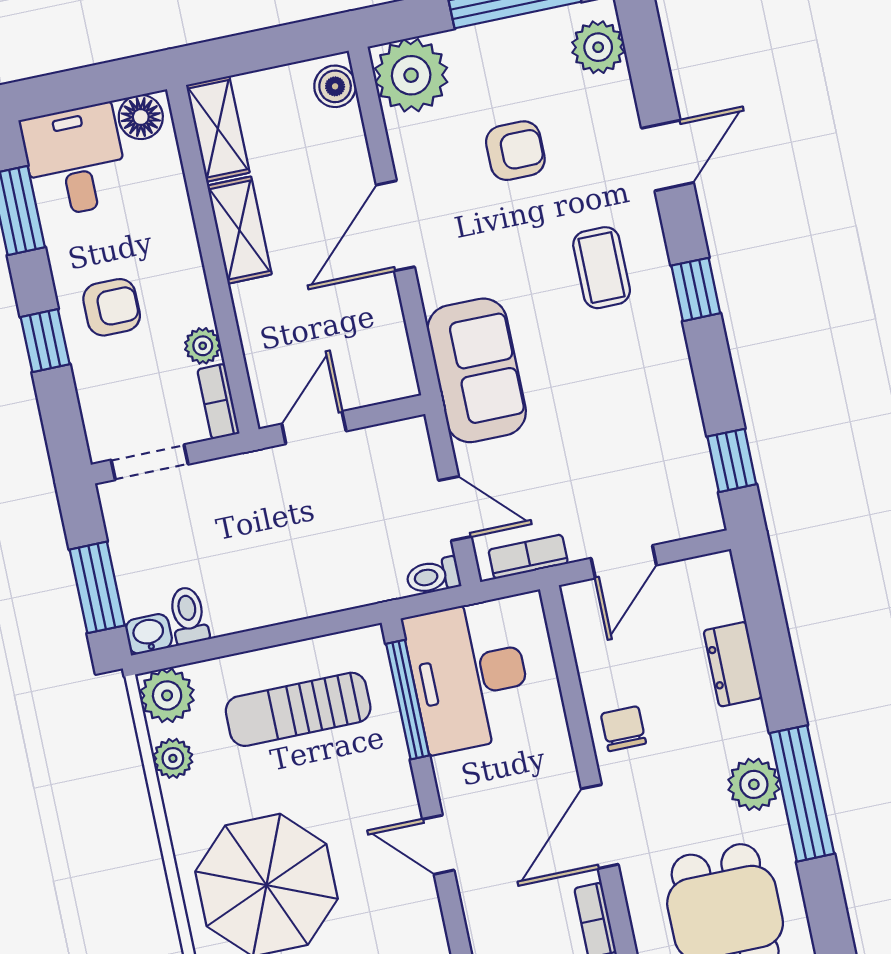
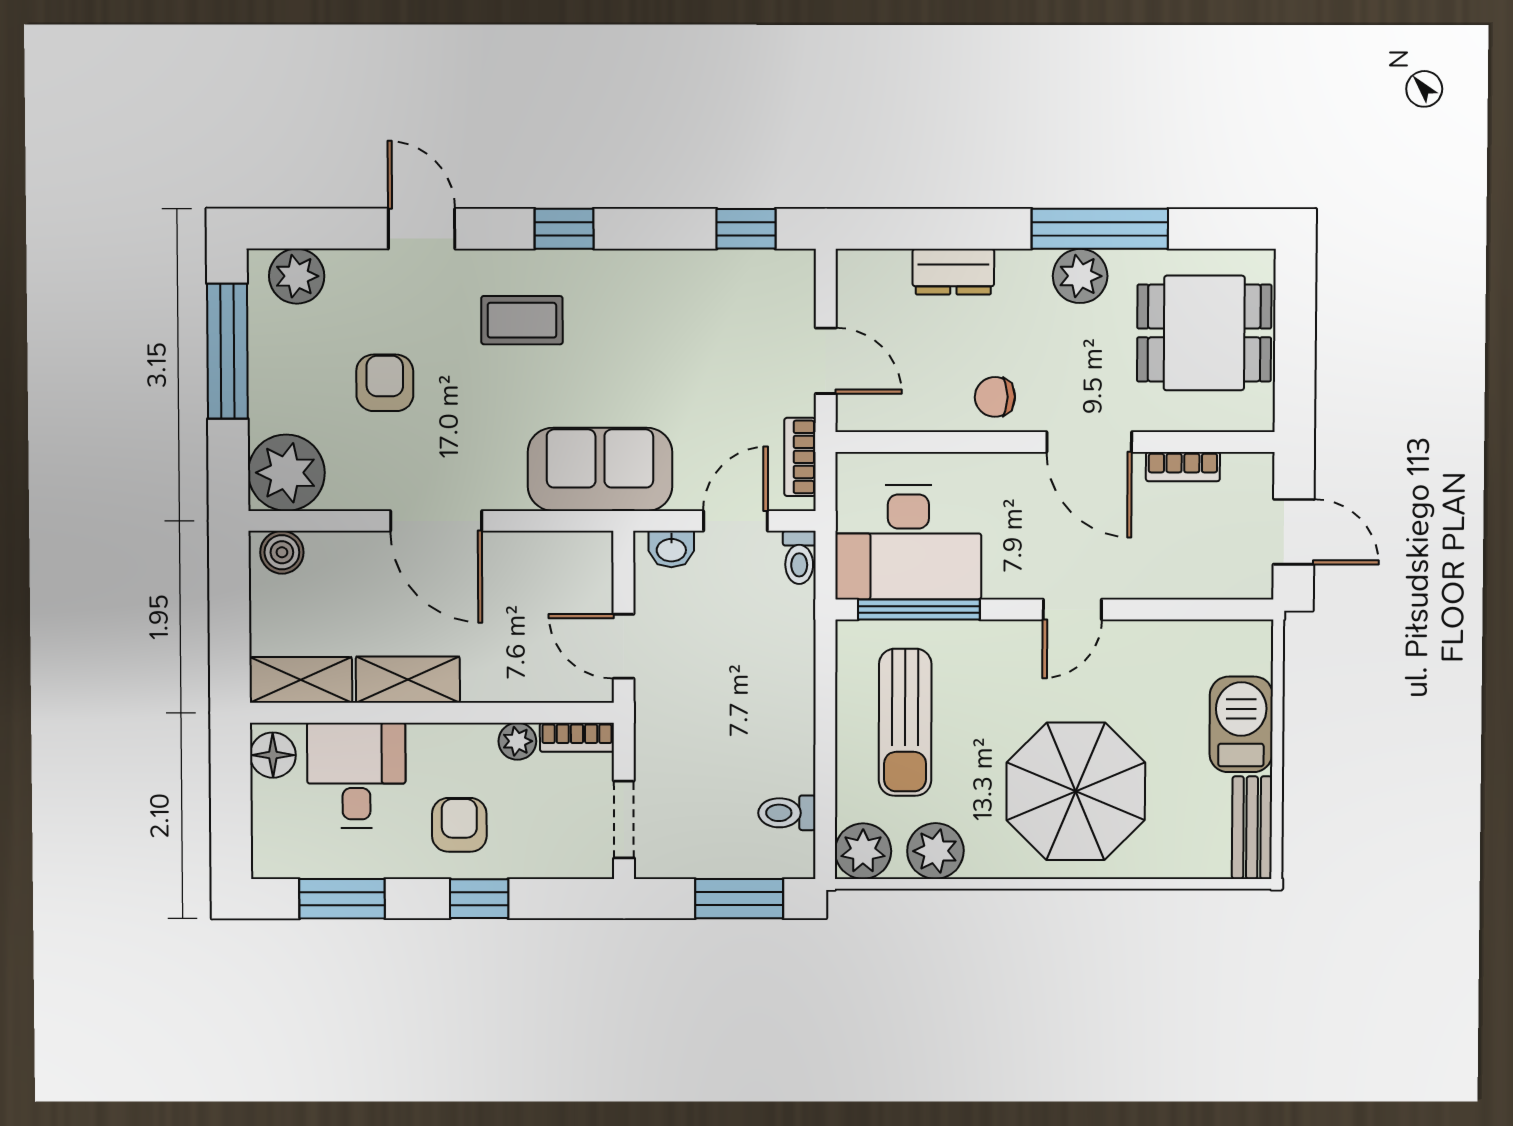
desk: (75, 161) -> (356, 775), moved, turned 90
washbasin: (149, 634) -> (671, 549), moved, turned -90
plant: (173, 758) -> (935, 851), width x1.38, depth x1.38

